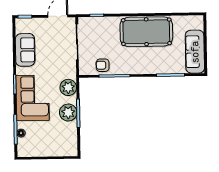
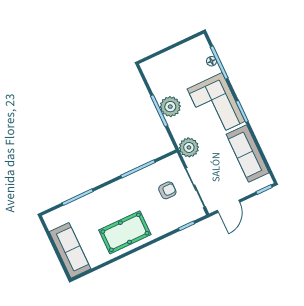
pool table: (146, 32) -> (125, 232), width x0.73, depth x0.76
sofa: (25, 50) -> (248, 153), width x1.36
sofa: (195, 52) -> (70, 250), moved
armchair: (103, 65) -> (167, 190), moved
plant: (68, 87) -> (189, 147), moved

